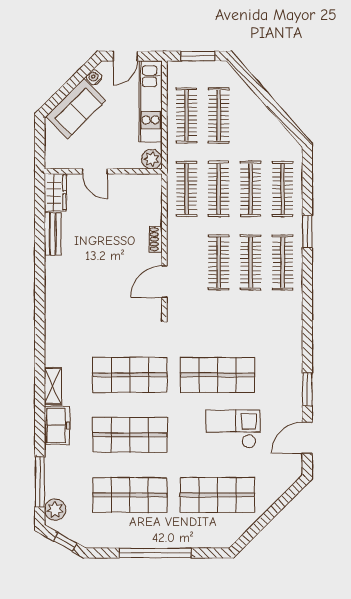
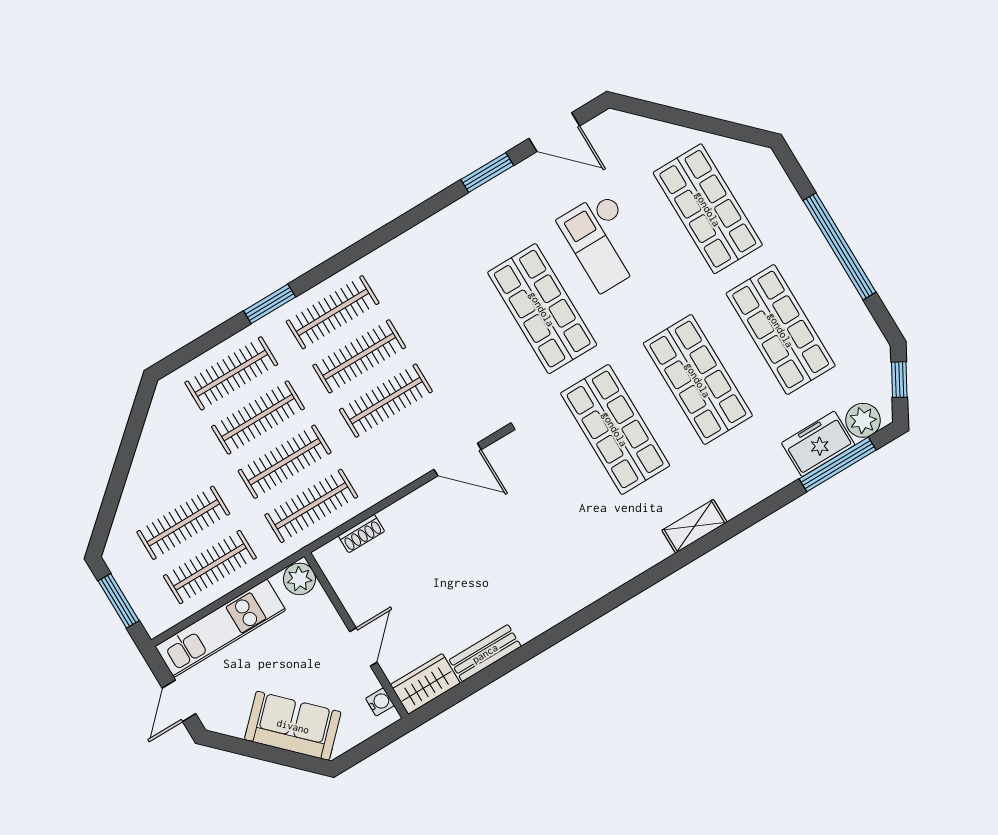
door: (125, 56) -> (179, 701), swing flipped
water cooler: (94, 77) -> (380, 702), moved, turned -135
shoe rack: (156, 239) -> (361, 534), moved
freezer: (57, 425) -> (818, 444), moved

